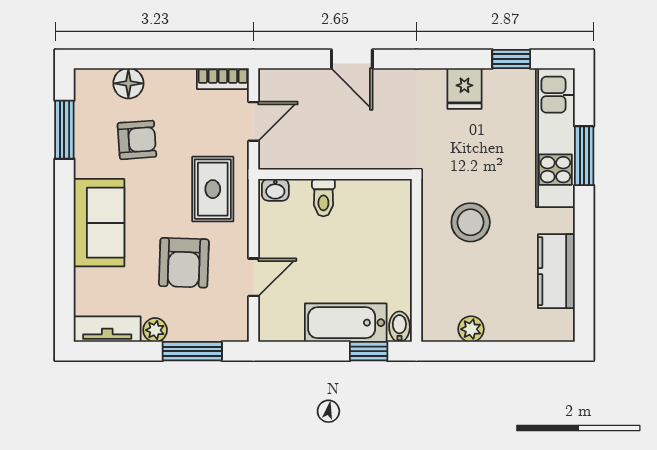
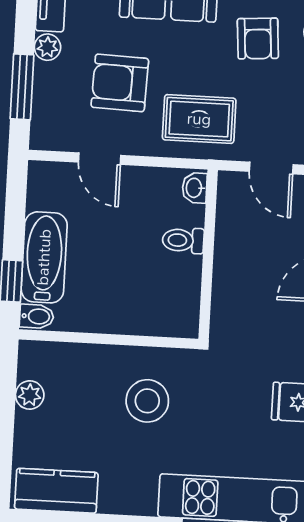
kitchen counter: (556, 271) -> (56, 491), moved

